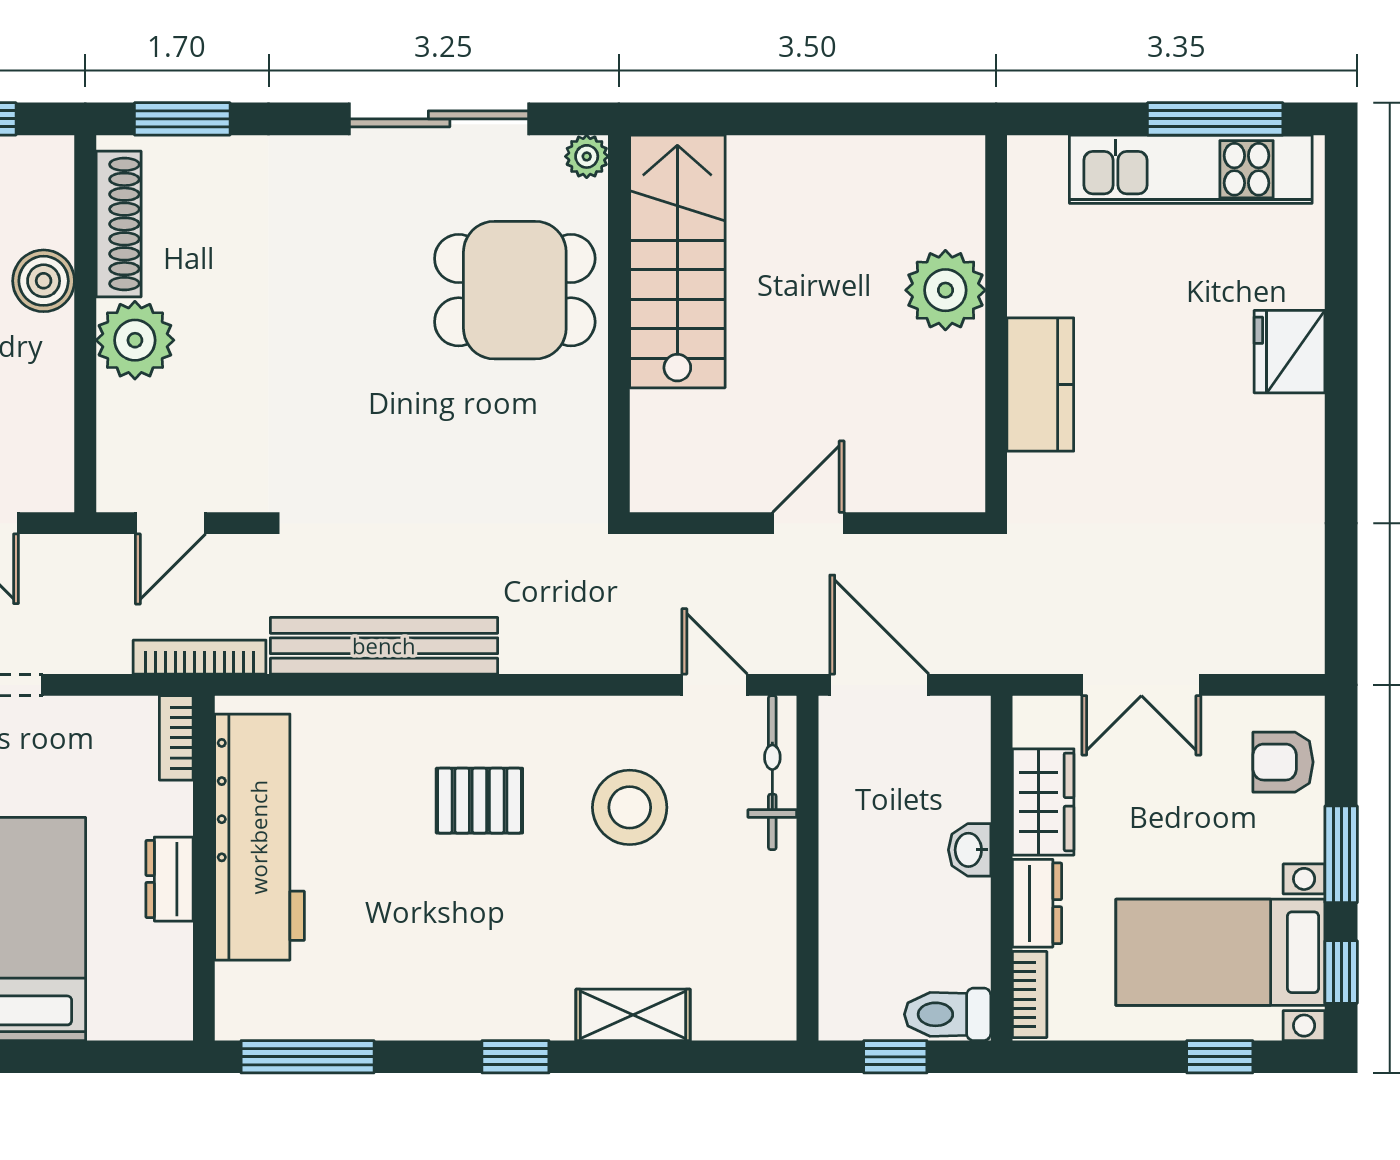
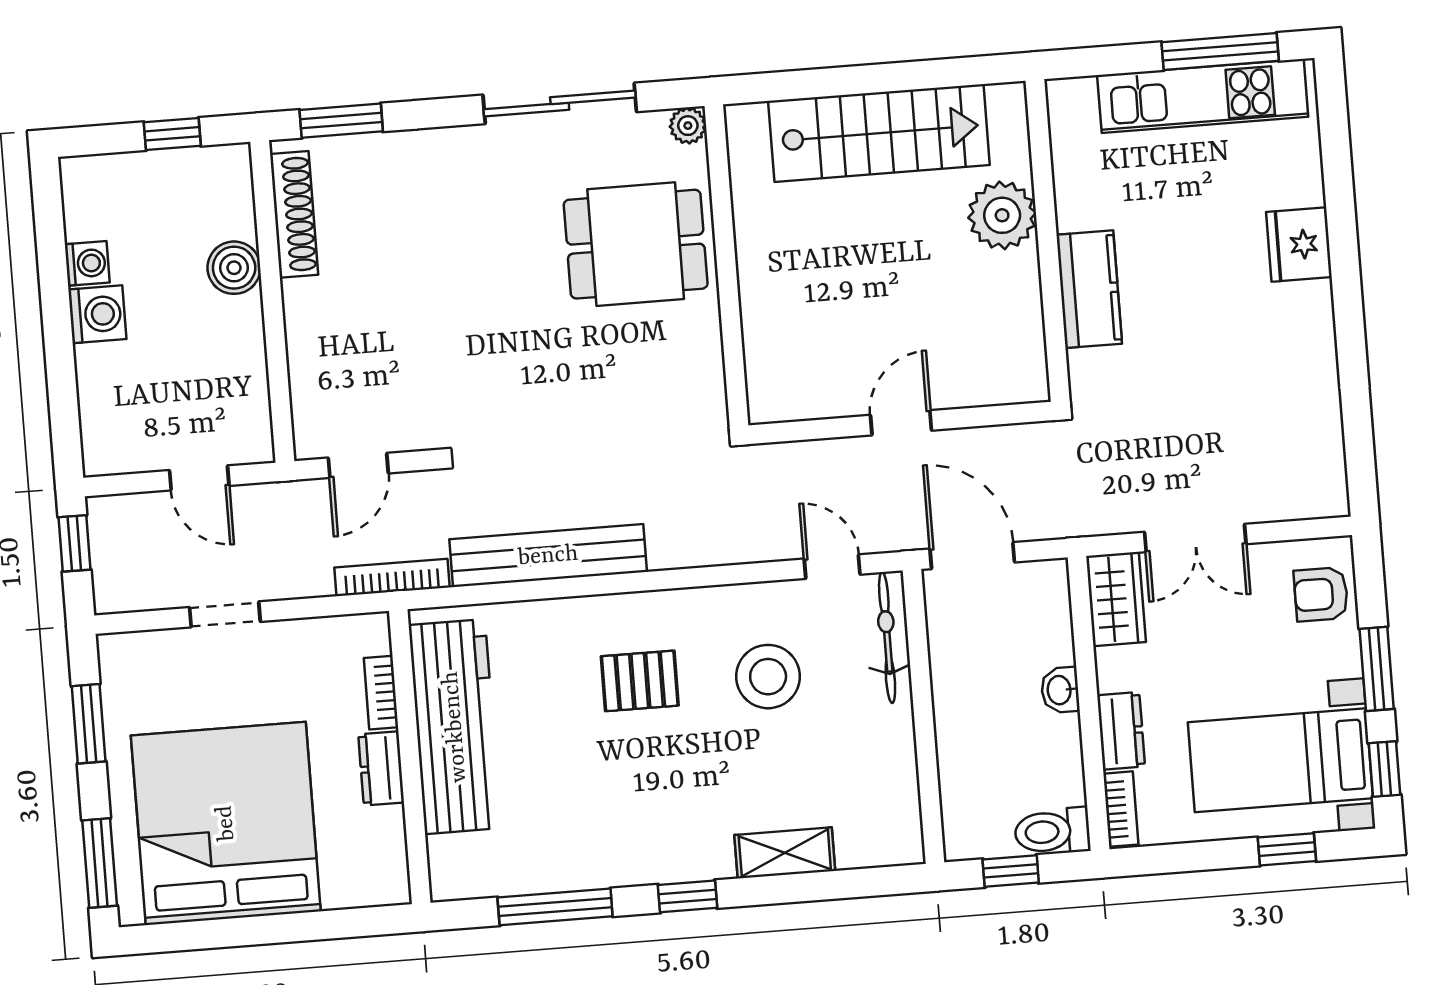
stairs: (677, 261) -> (879, 133), moved, turned 90
plant: (135, 340) -> (316, 312), removed
bookcase: (176, 738) -> (381, 693), moved
wardrobe: (1043, 802) -> (1116, 599), moved
window: (308, 1057) -> (555, 907), moved

